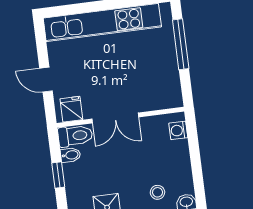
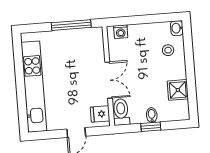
window: (181, 44) -> (71, 25), moved
bidet: (71, 155) -> (152, 115), moved

